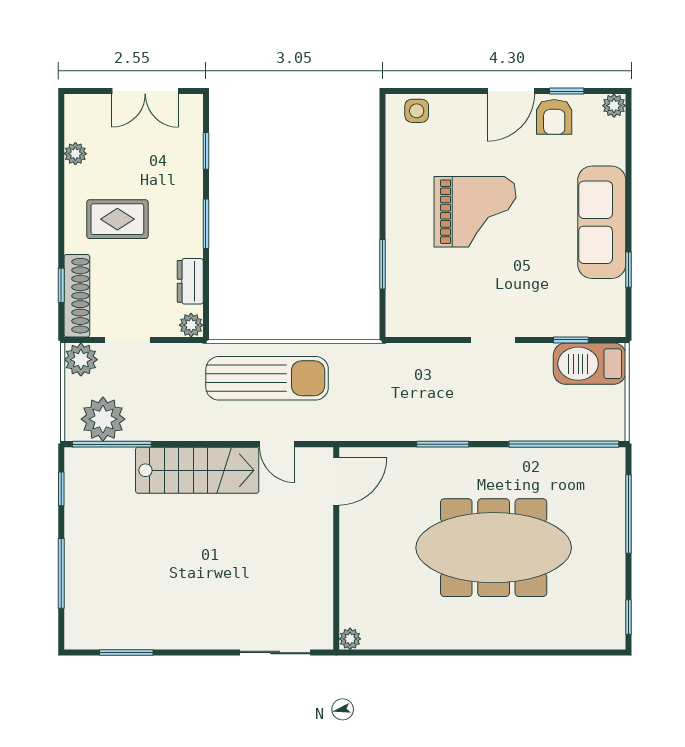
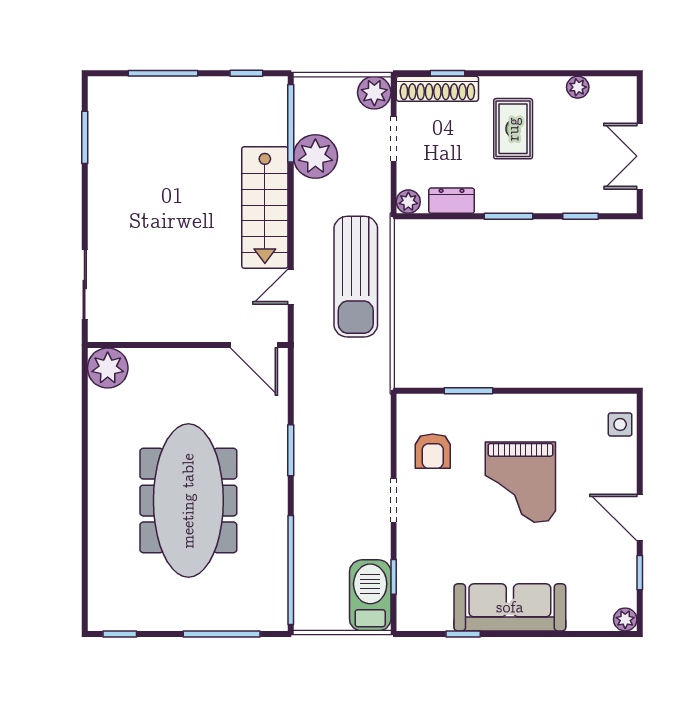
armchair: (554, 117) -> (433, 451), moved, turned -90
plant: (103, 419) -> (315, 156), moved
plant: (350, 639) -> (108, 368), width x1.87, depth x1.87

